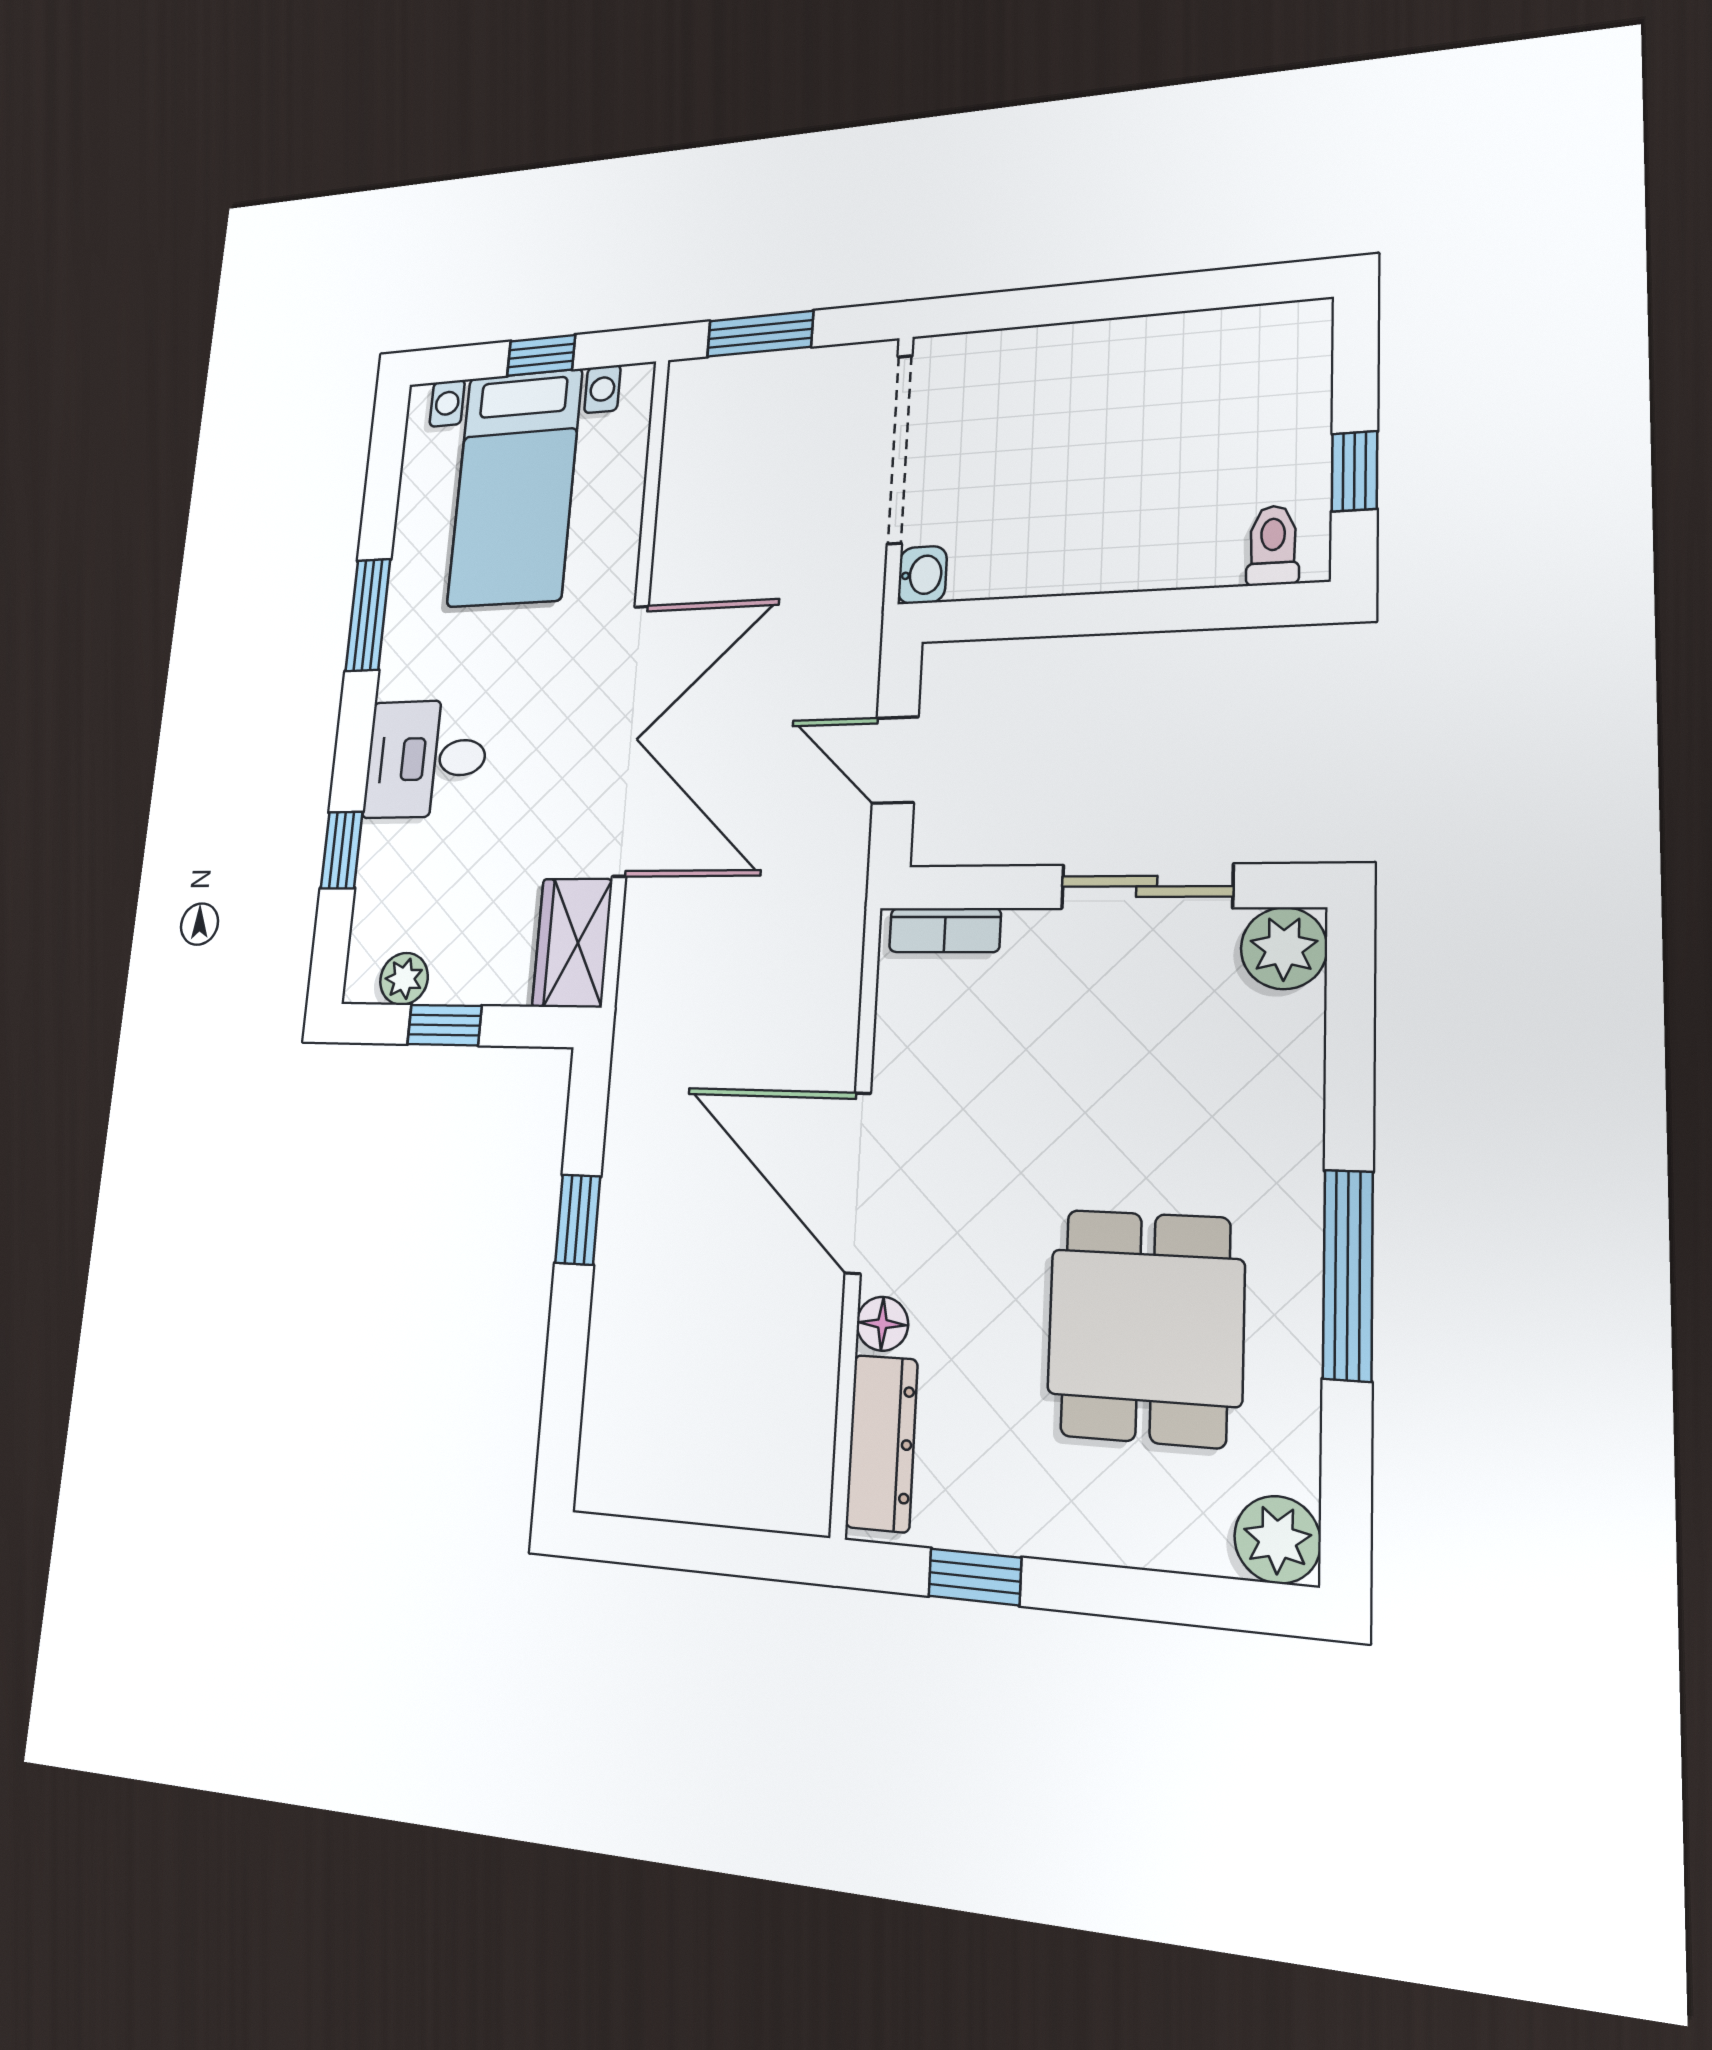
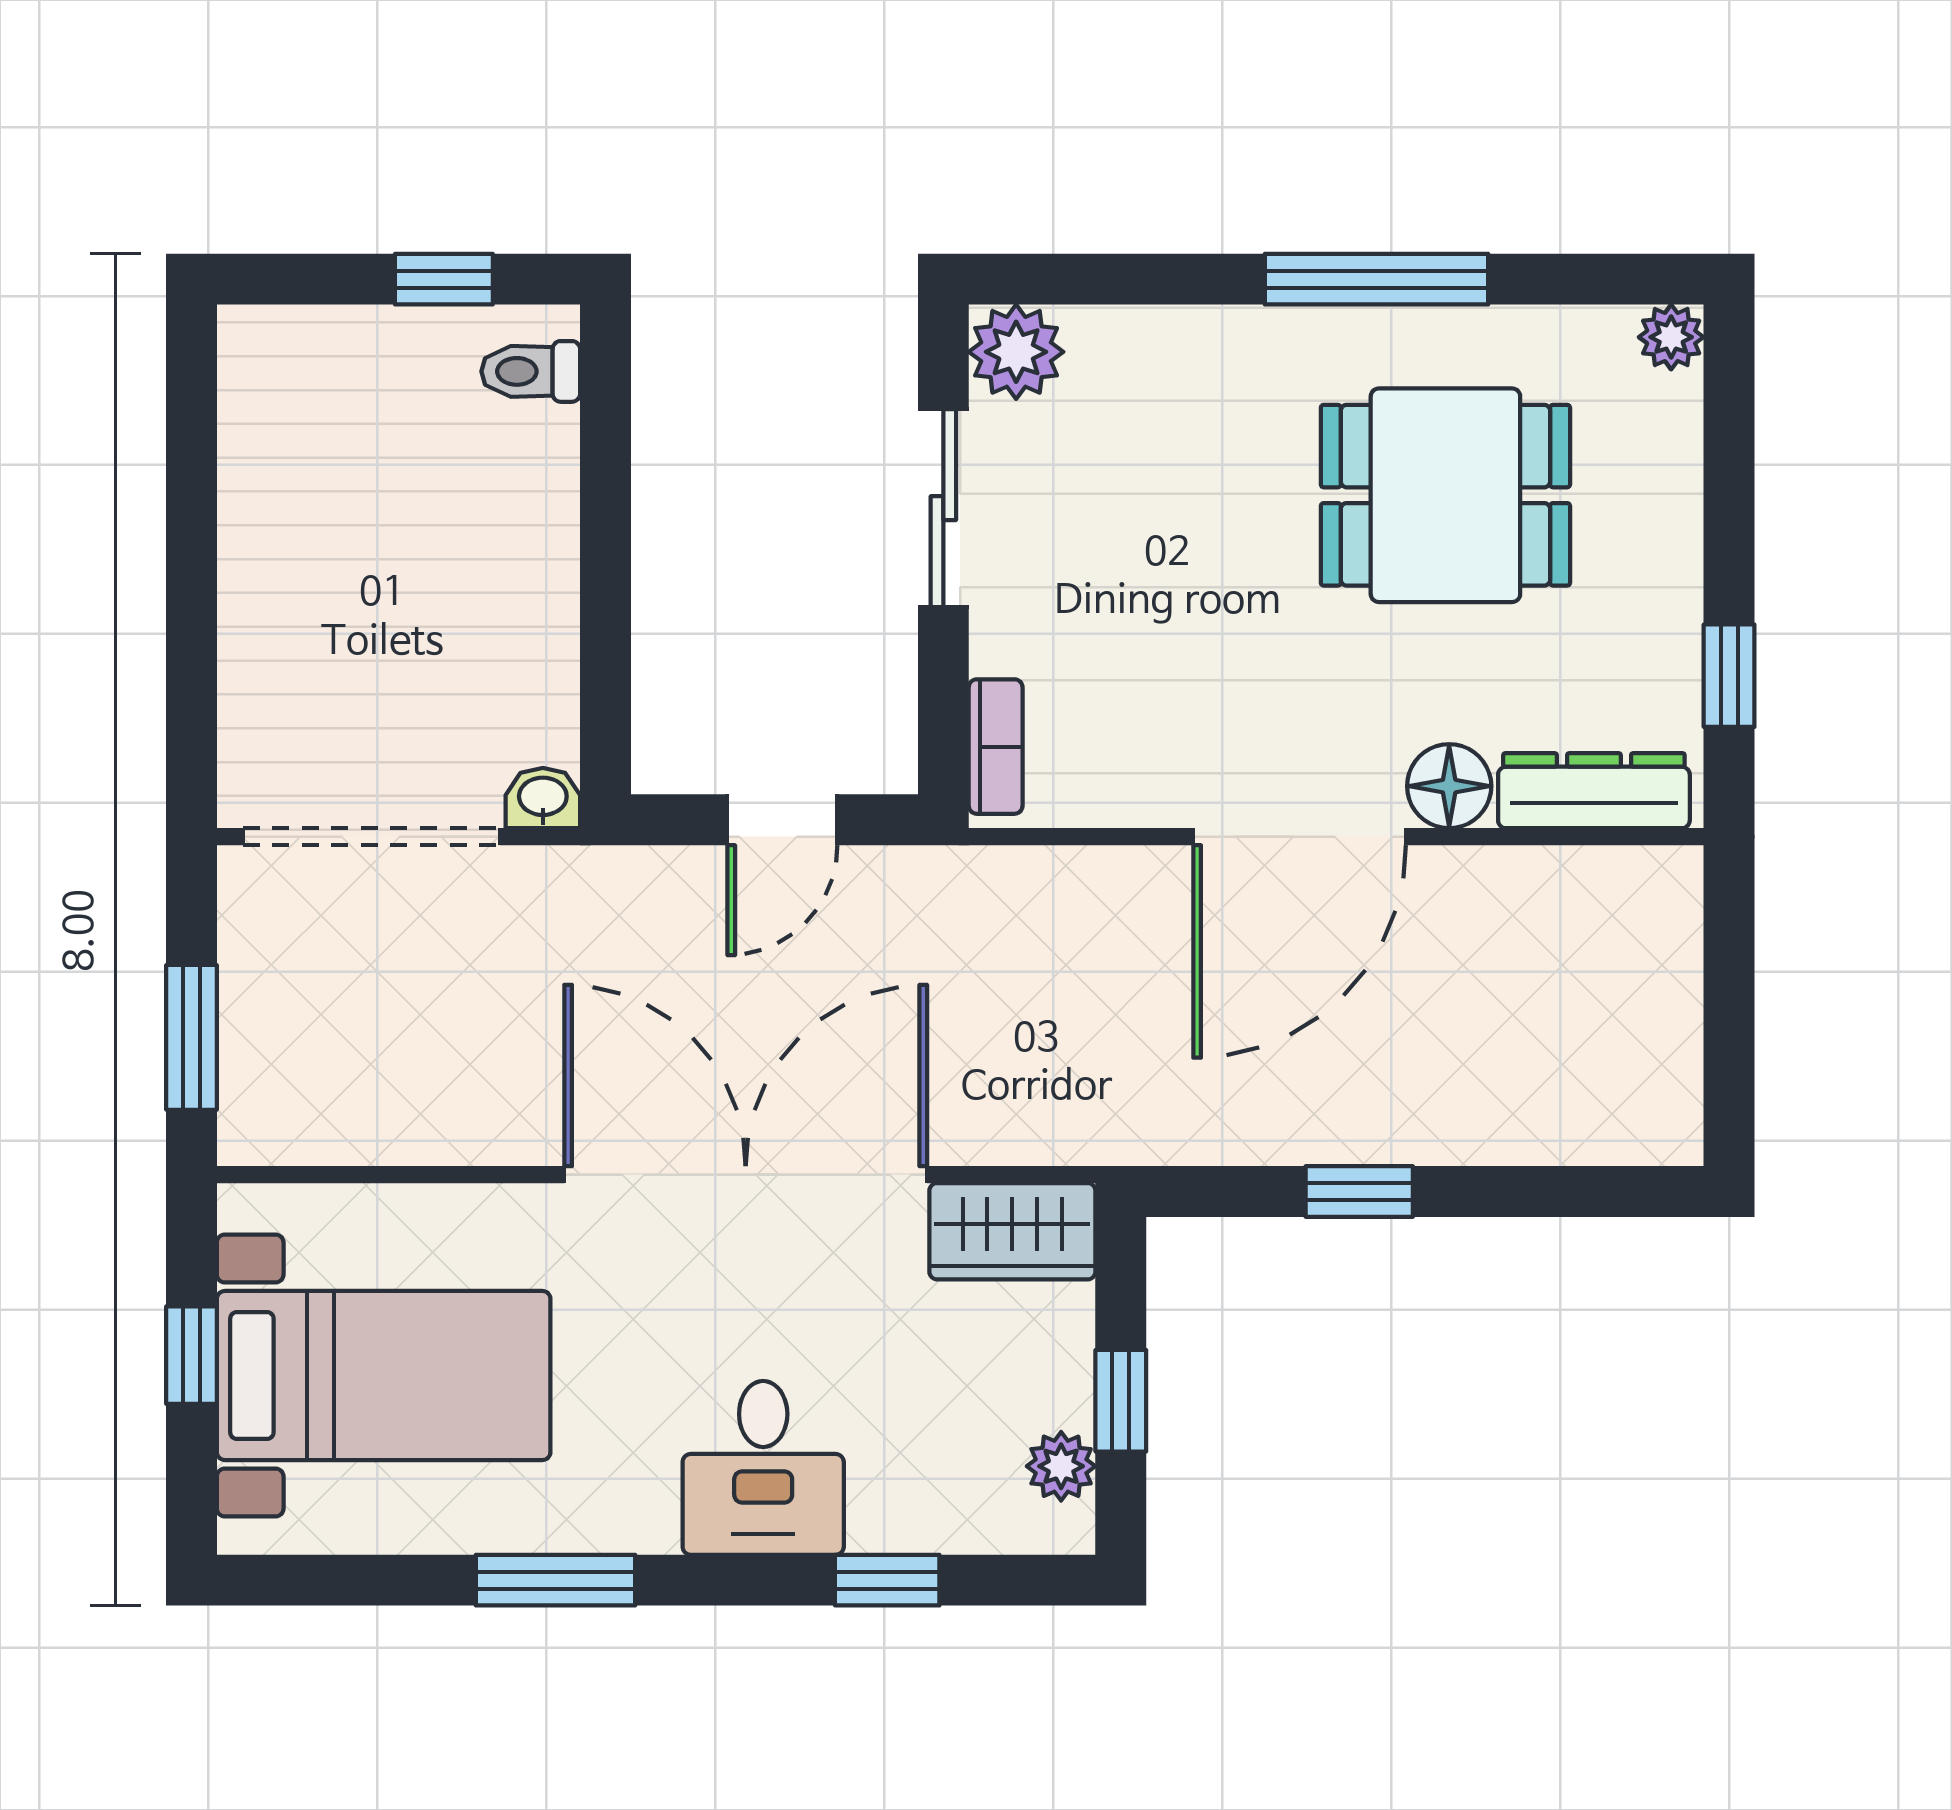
floor lamp: (882, 1324) -> (1449, 786), width x1.37, depth x1.37
plant: (1277, 1540) -> (1671, 337), width x0.73, depth x0.73

